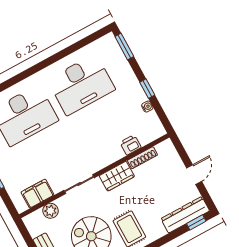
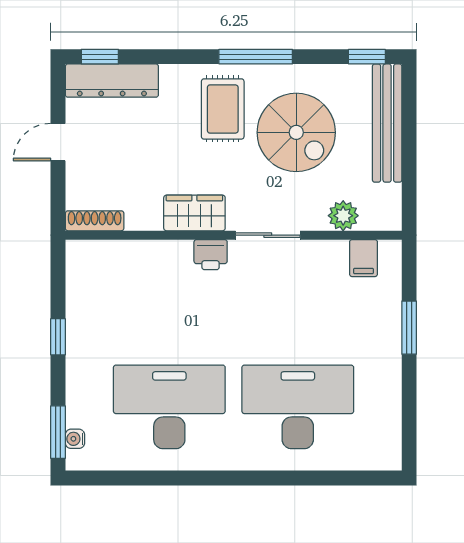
water cooler: (147, 107) -> (75, 439), moved
printer: (130, 145) -> (211, 255), moved
shoe rack: (142, 158) -> (95, 221), moved
filing cabinet: (37, 194) -> (364, 258), width x0.50

